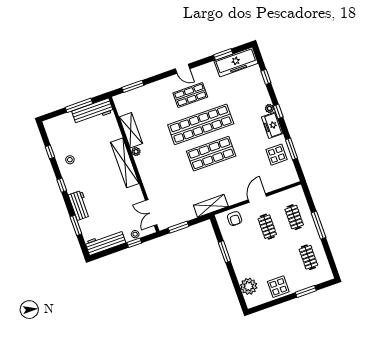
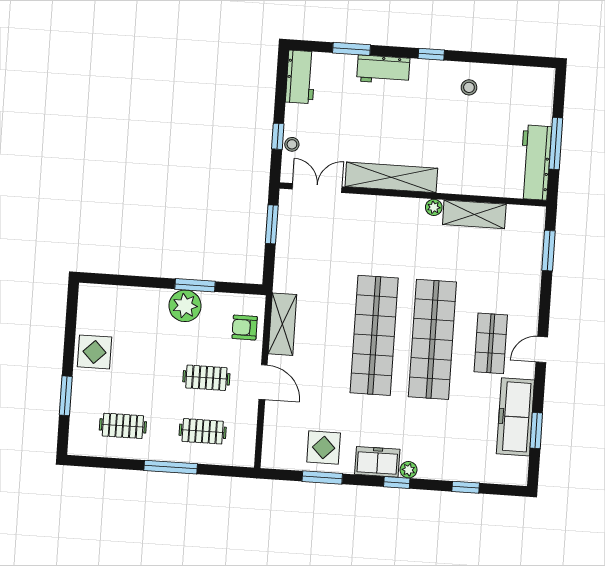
freezer: (236, 62) -> (515, 417), moved
window: (50, 152) -> (497, 59), removed
shop shelf: (211, 154) -> (374, 335), width x1.40
shelving: (125, 163) -> (391, 177), moved
shelving: (211, 206) -> (282, 324), moved
workbench: (105, 242) -> (301, 77), width x0.73
plant: (249, 286) -> (185, 306), moved

